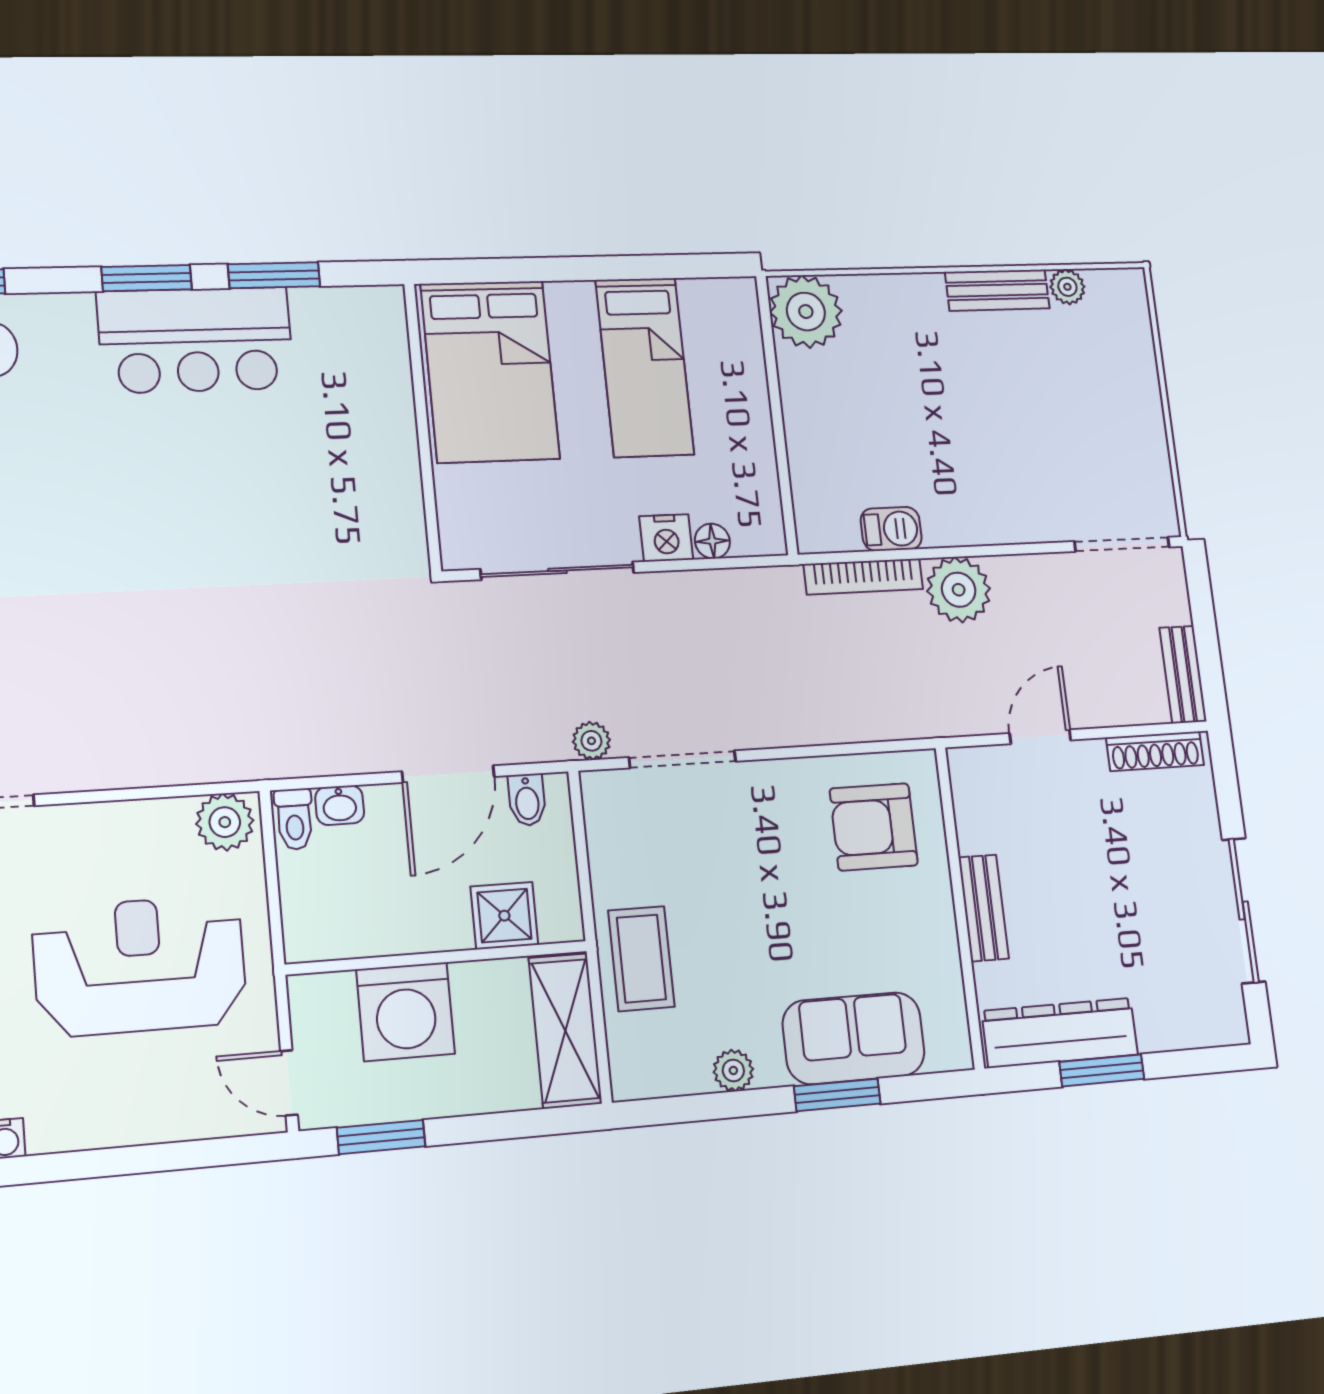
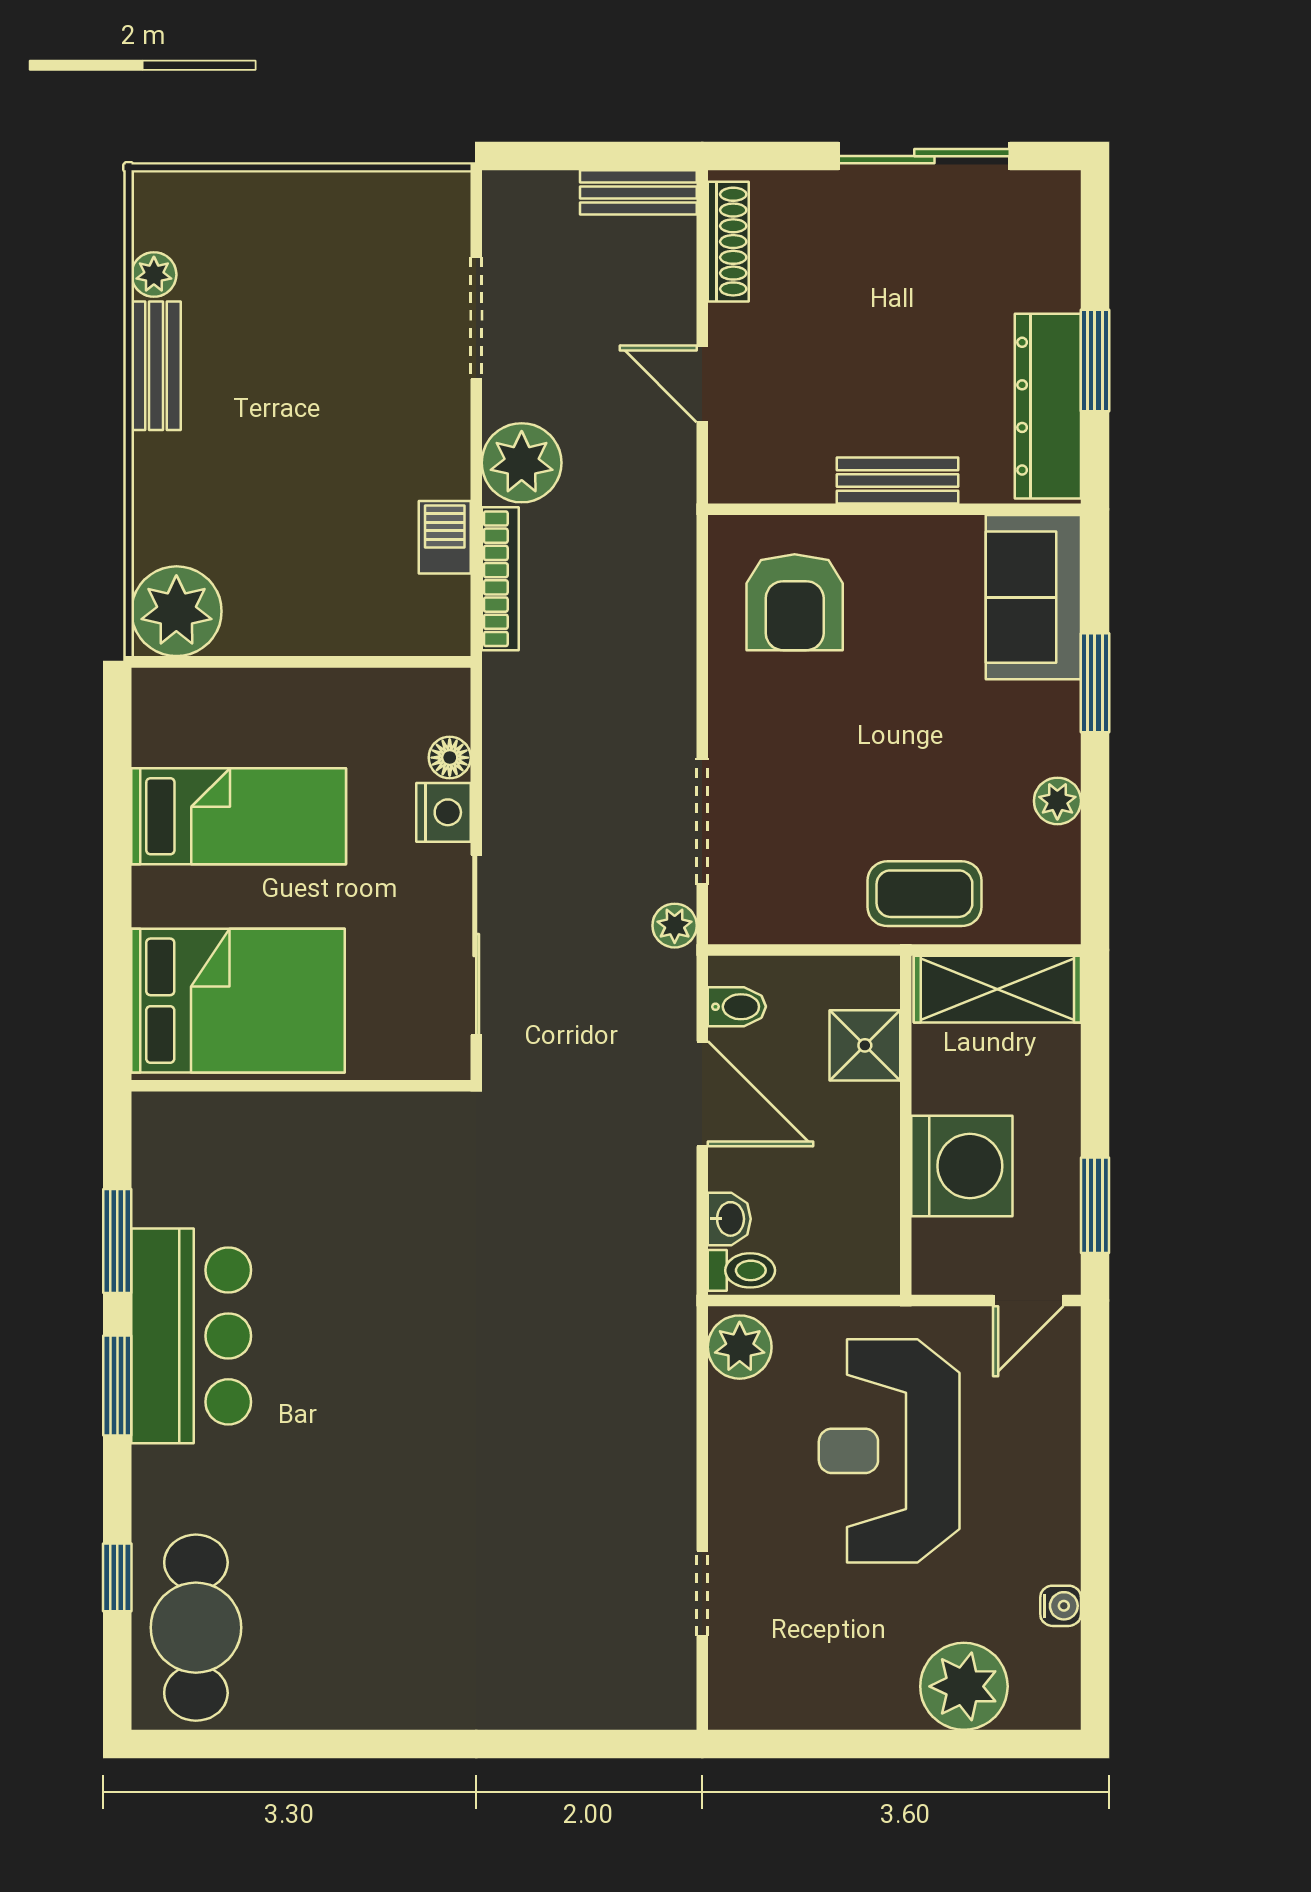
doorway: (1122, 544) -> (476, 318), moved
sofa: (854, 1038) -> (1033, 597), moved

